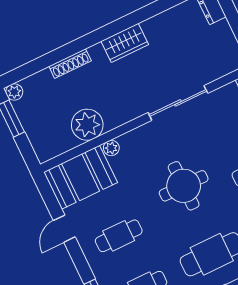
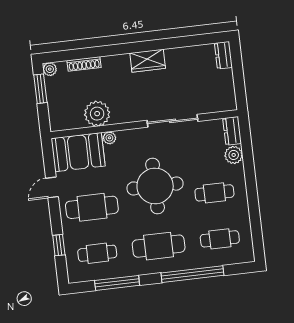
shoe rack: (70, 64) -> (84, 64), moved
round table: (184, 186) -> (155, 186), width x1.36, depth x1.36
cafe table: (119, 236) -> (92, 207), width x1.37, depth x1.35

